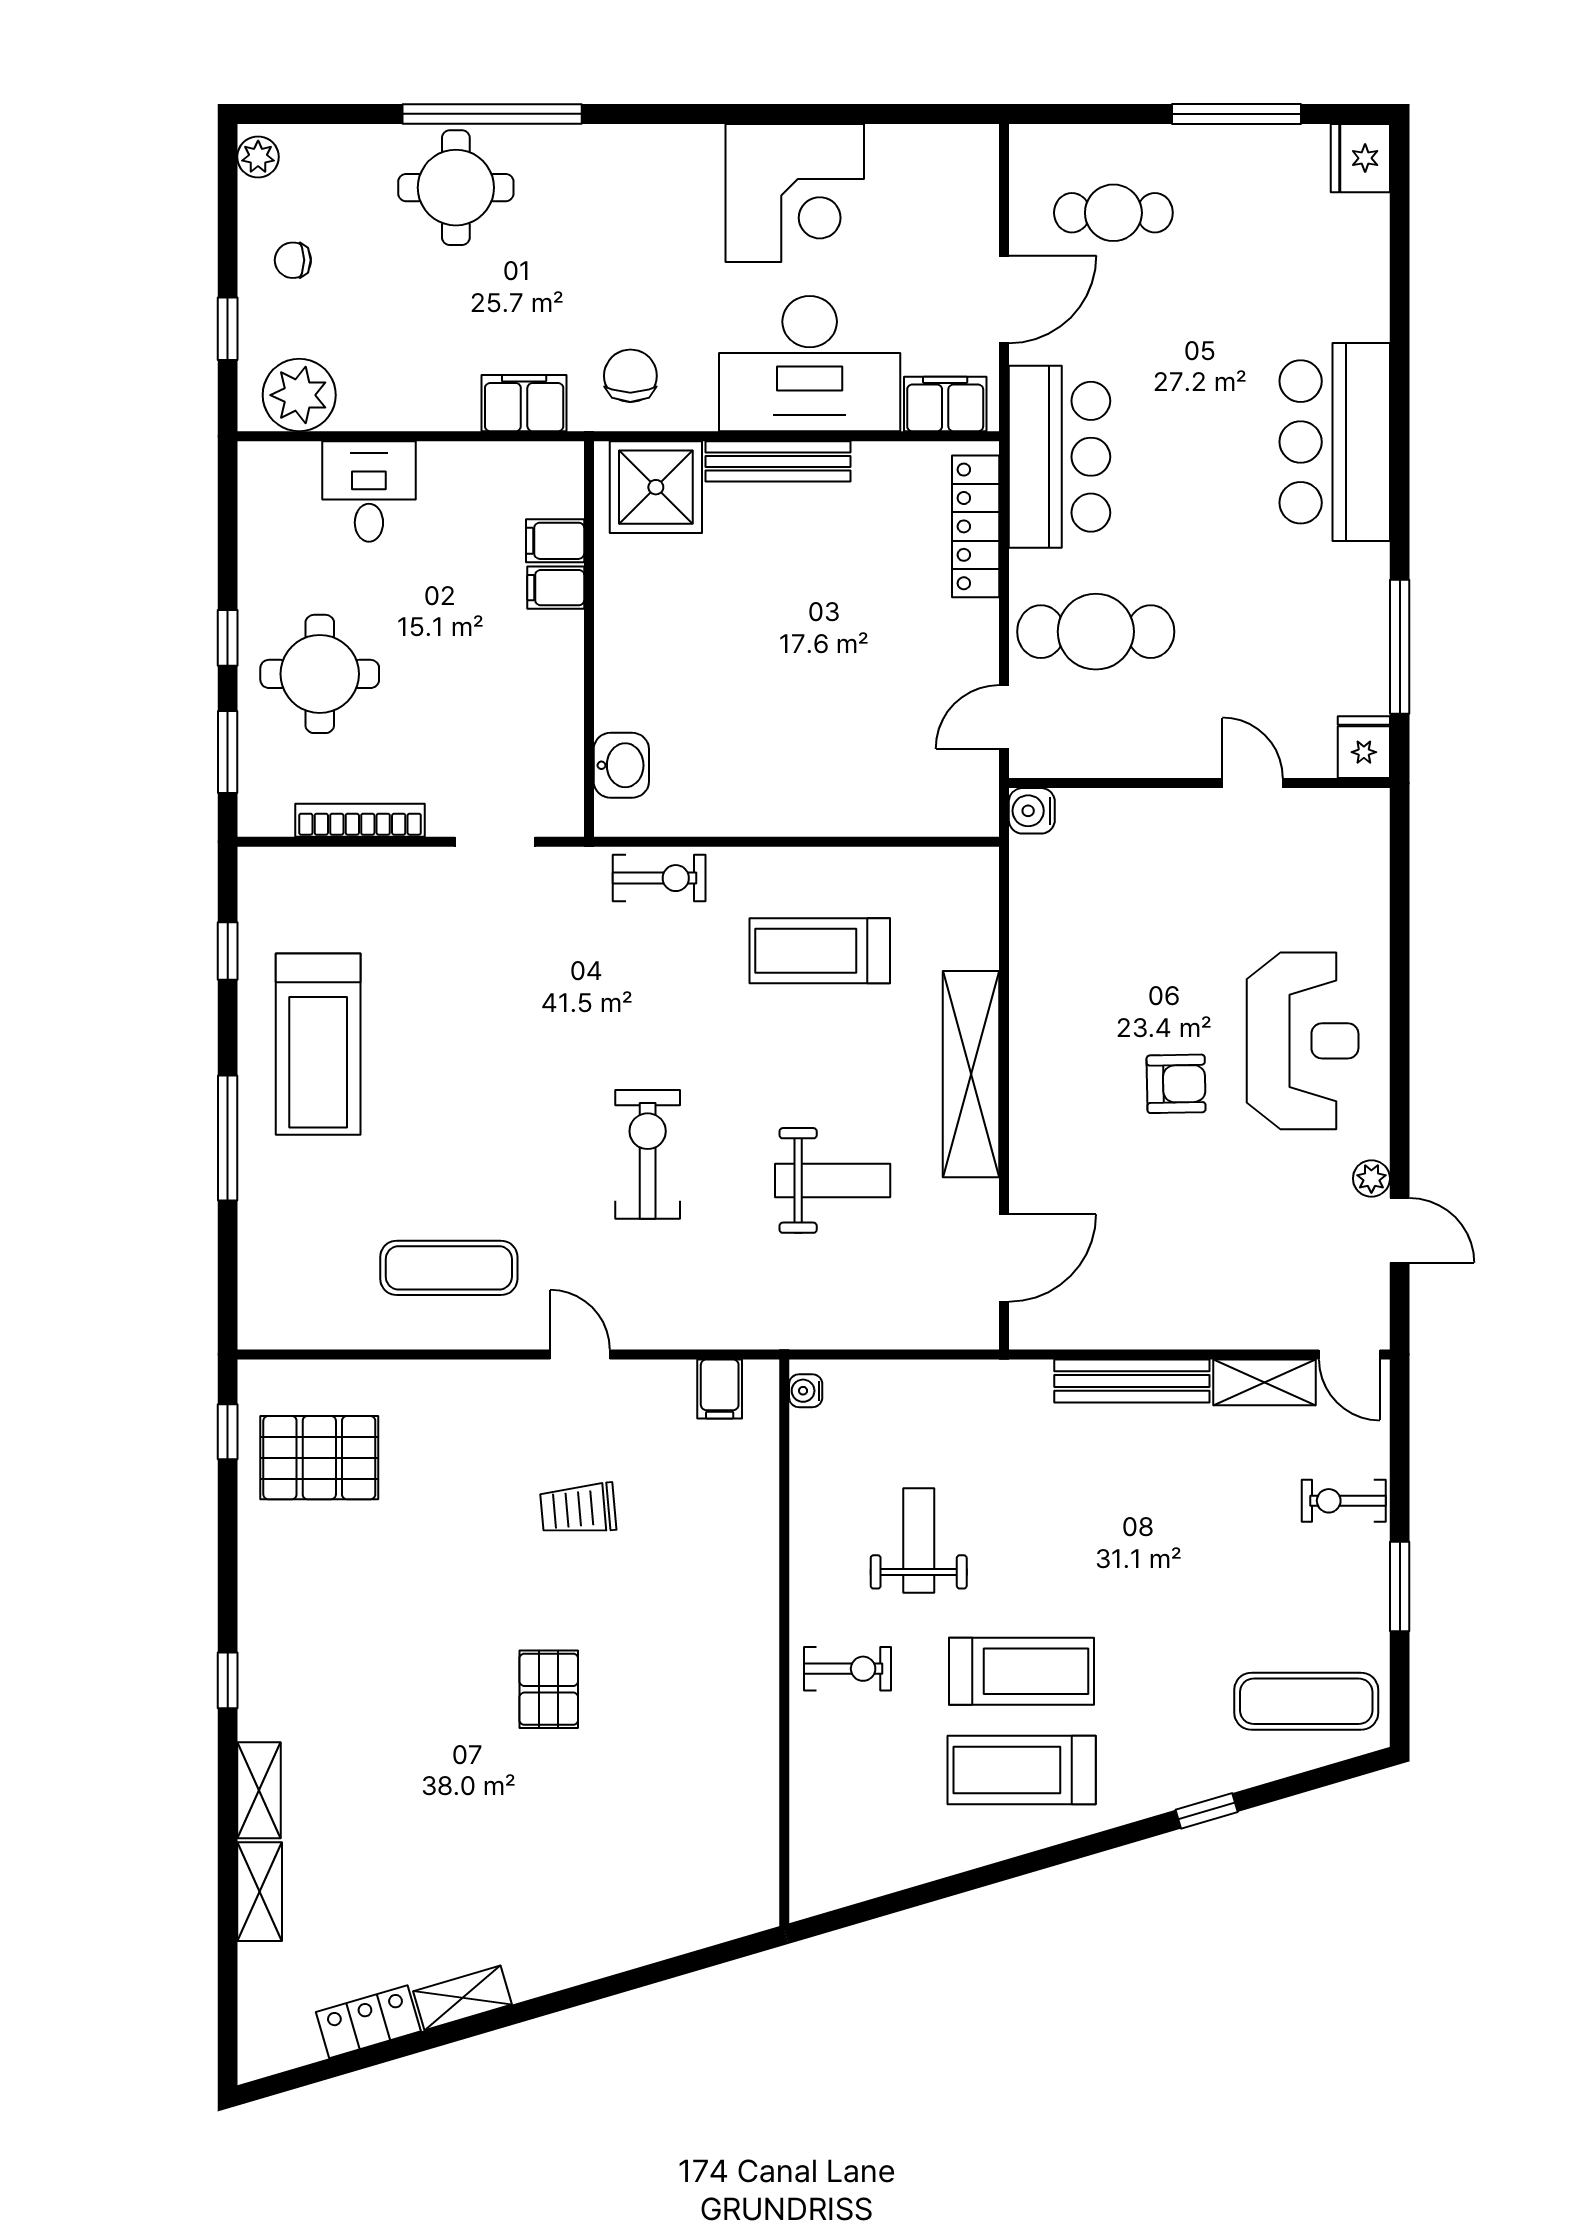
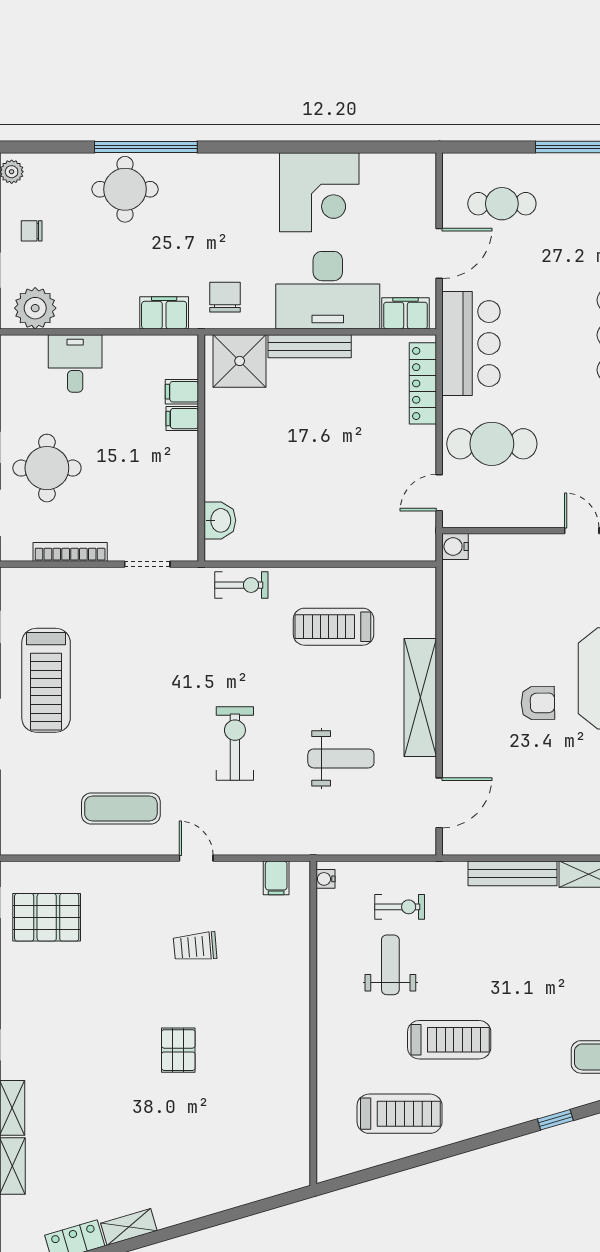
exercise bike: (847, 1669) -> (400, 907), moved
treadmill: (1022, 1770) -> (400, 1114), moved, turned 180

